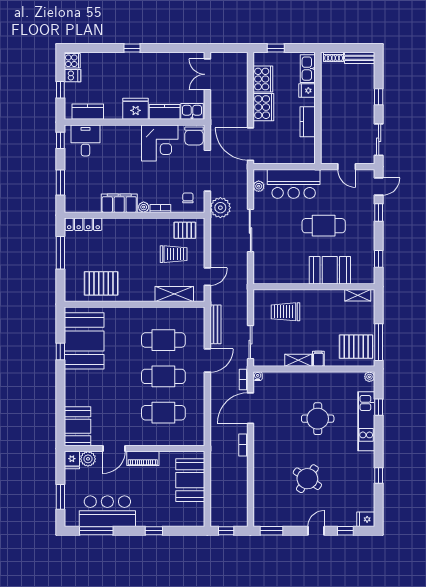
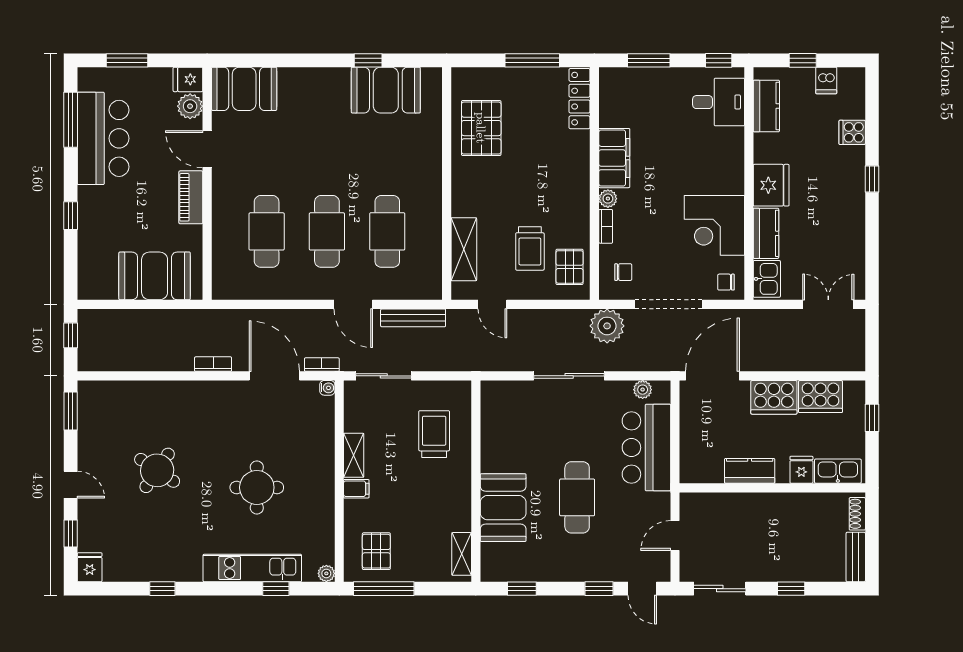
cooker: (72, 61) -> (852, 132), moved, turned 90
chair: (194, 136) -> (726, 282), width x0.54, depth x0.54
booth: (84, 341) -> (386, 90), width x0.73, depth x0.70
pallet: (356, 347) -> (376, 551), width x0.67, depth x0.71

